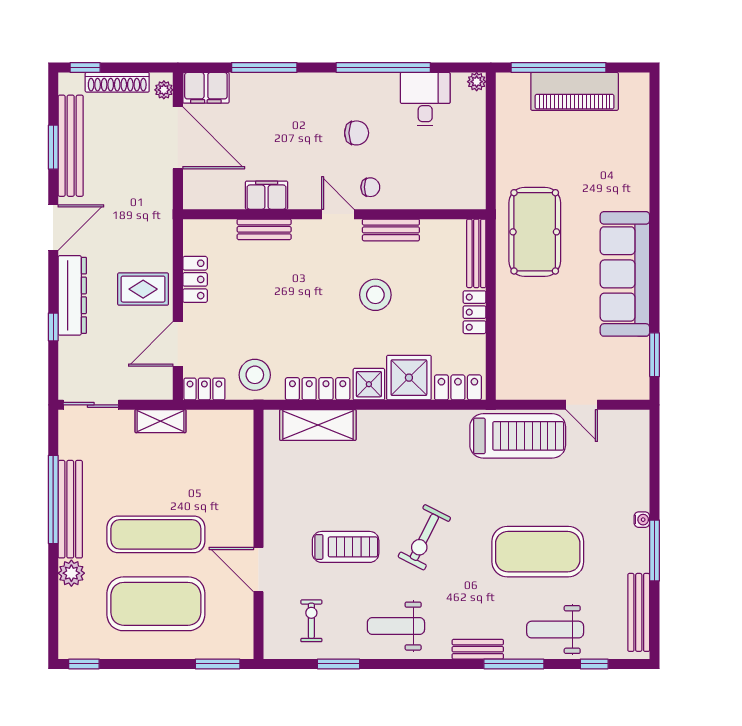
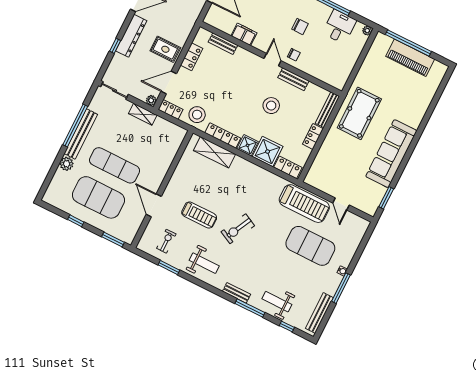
bench: (264, 229) -> (223, 44), moved
plant: (163, 390) -> (151, 100), added
exercise mat: (538, 552) -> (310, 246), moved
weight bench: (396, 626) -> (204, 263), turned 180
window: (84, 664) -> (76, 221), moved

